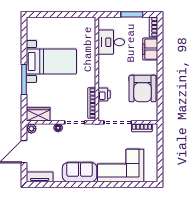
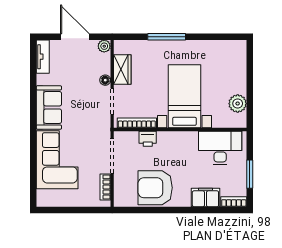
plant: (76, 24) -> (238, 104), added
desk: (111, 42) -> (220, 148), width x1.37
bed with nightstands: (51, 62) -> (184, 96), moved, turned 180
wardrobe: (38, 114) -> (122, 70), moved

